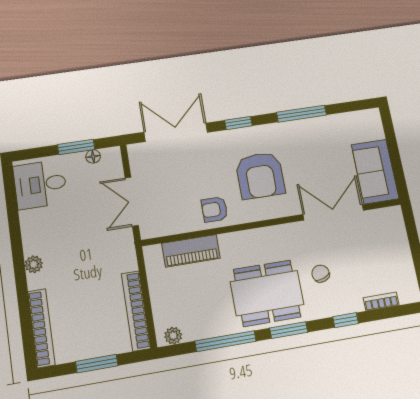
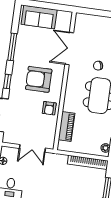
sofa: (375, 172) -> (39, 17), moved
armchair: (260, 175) -> (39, 79), turned 180

